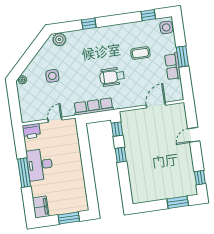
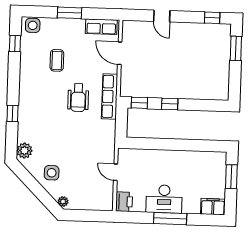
row of seats: (173, 66) -> (101, 27), moved
side table: (52, 76) -> (52, 173), moved
row of seats: (94, 107) -> (110, 97), moved

